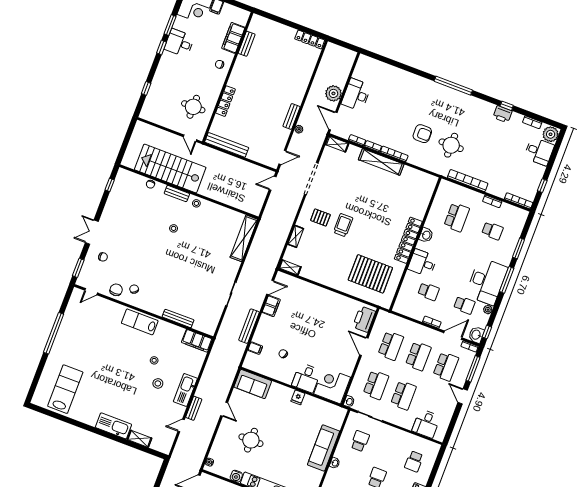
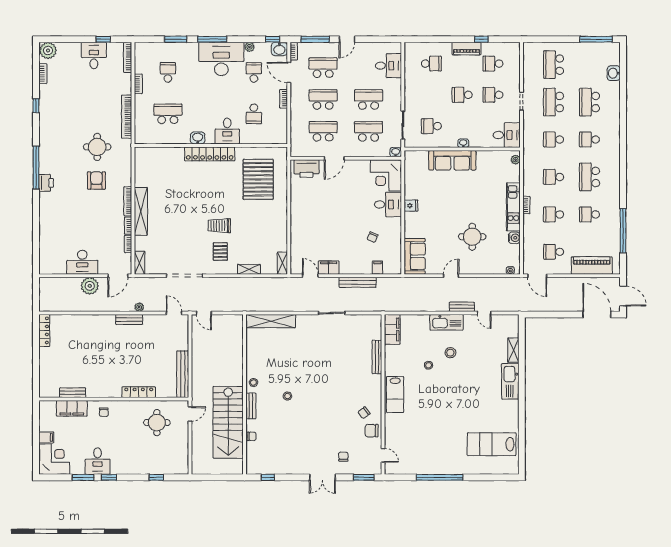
printer: (503, 114) -> (46, 183), moved
desk: (539, 151) -> (94, 56), moved
school desk: (429, 292) -> (254, 114), turned 180

